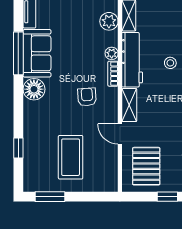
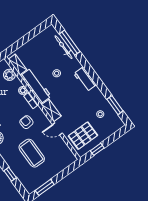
coffee table: (71, 157) -> (32, 153), moved
pallet: (146, 166) -> (83, 136), turned 90
window: (167, 197) -> (97, 149), moved

